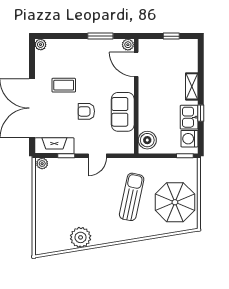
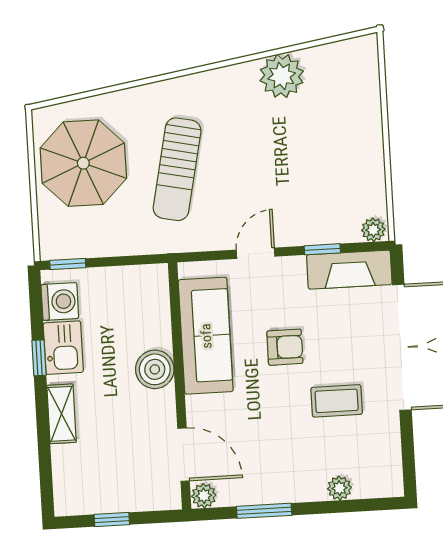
plant: (41, 45) -> (339, 488), moved
sofa: (123, 112) -> (206, 336), width x1.36
boiler: (147, 140) -> (155, 369), moved

